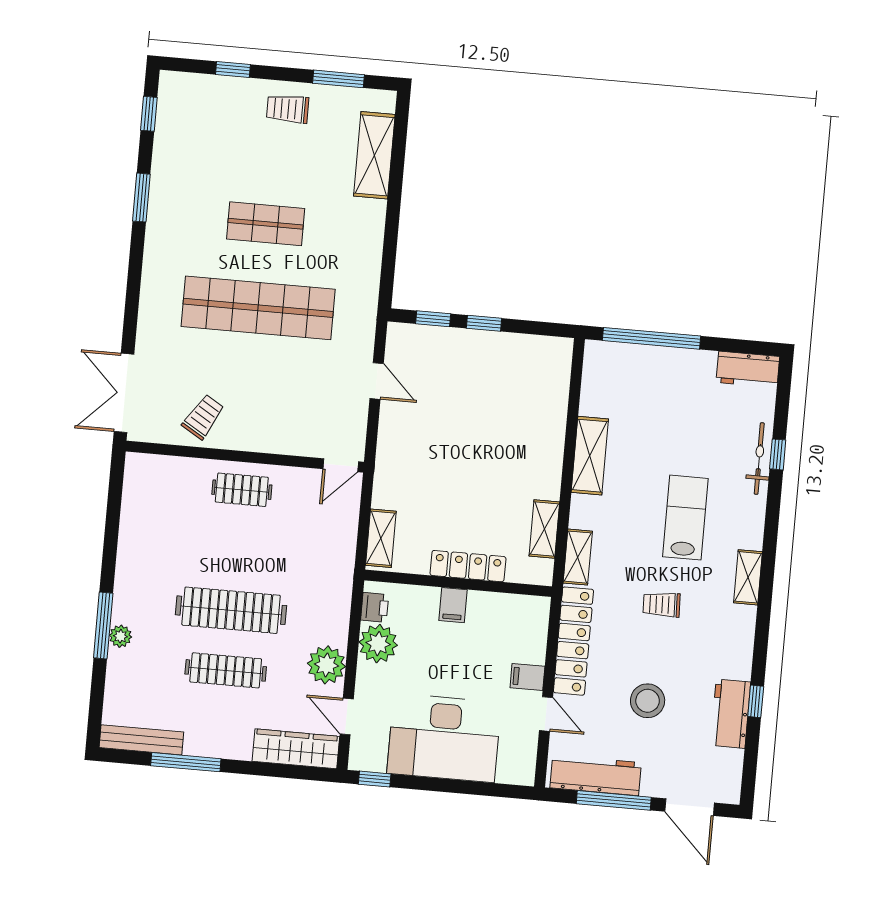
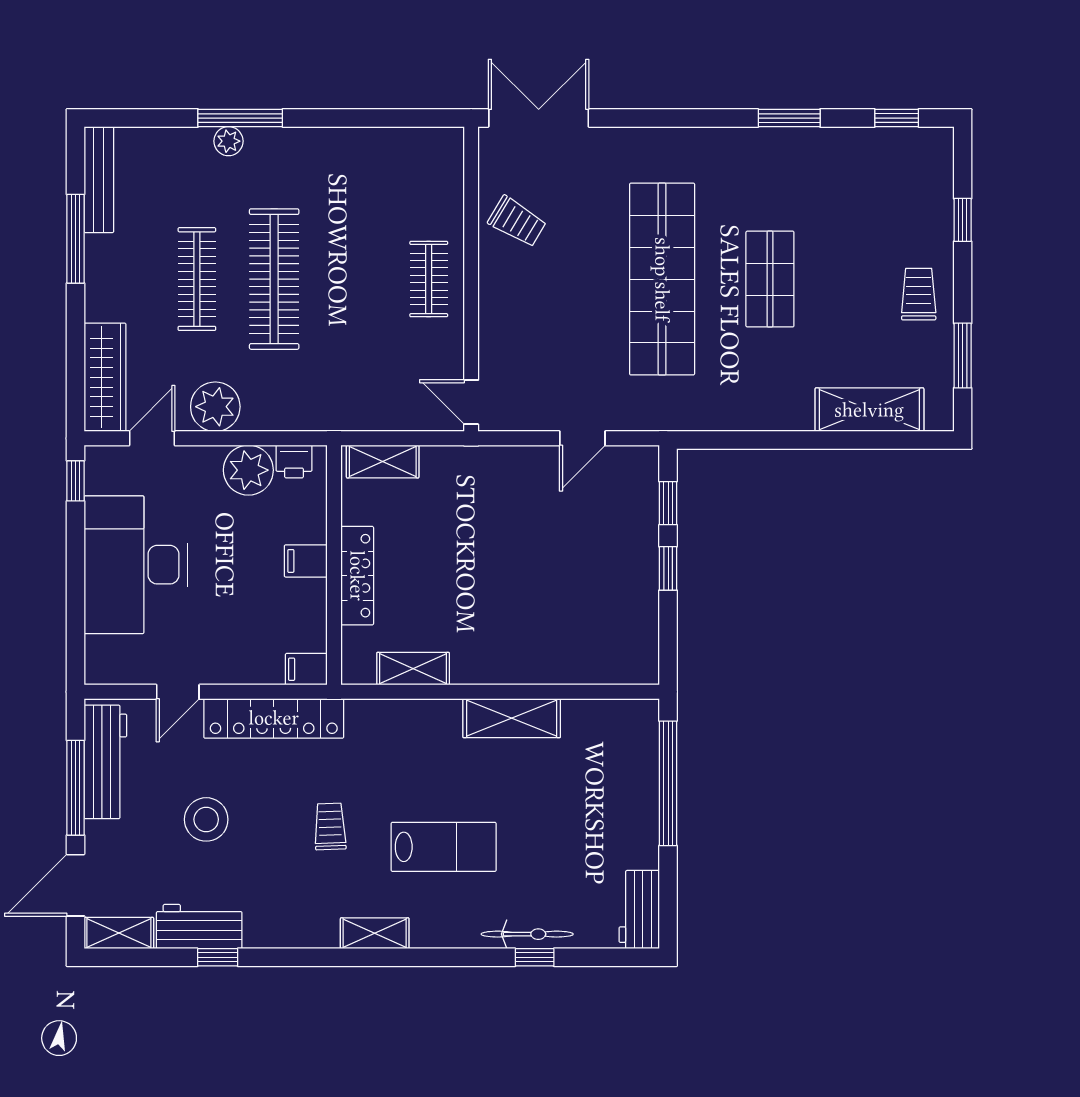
shelving: (578, 557) -> (119, 933), moved
filing cabinet: (527, 677) -> (306, 669), moved, turned -90

